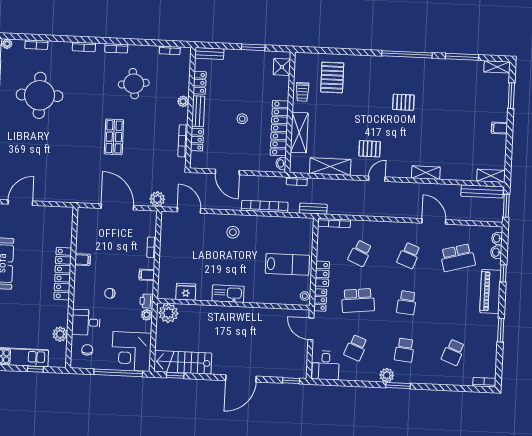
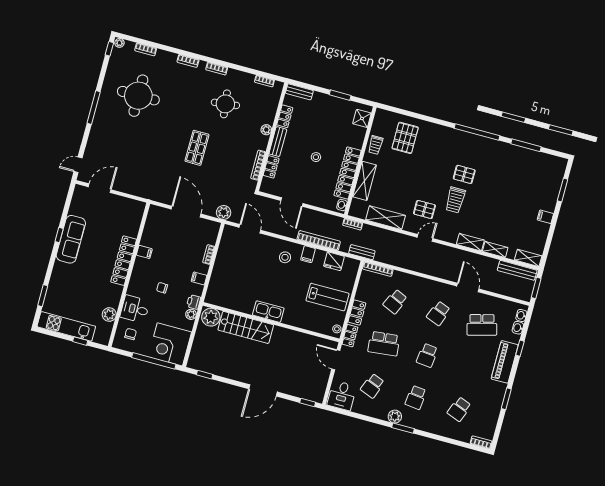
shelving: (497, 67) -> (495, 249), moved
trolley: (400, 131) -> (455, 200), added
filing cabinet: (257, 224) -> (308, 254), added
fridge: (186, 292) -> (334, 261), moved, turned 180
stairs: (183, 362) -> (246, 327), moved, turned 180

